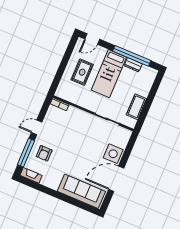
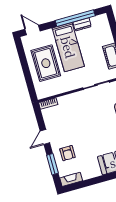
door: (92, 39) -> (32, 30), swing flipped
rug: (82, 72) -> (46, 63), width x1.36, depth x1.43
window: (26, 153) -> (52, 164), width x0.69

